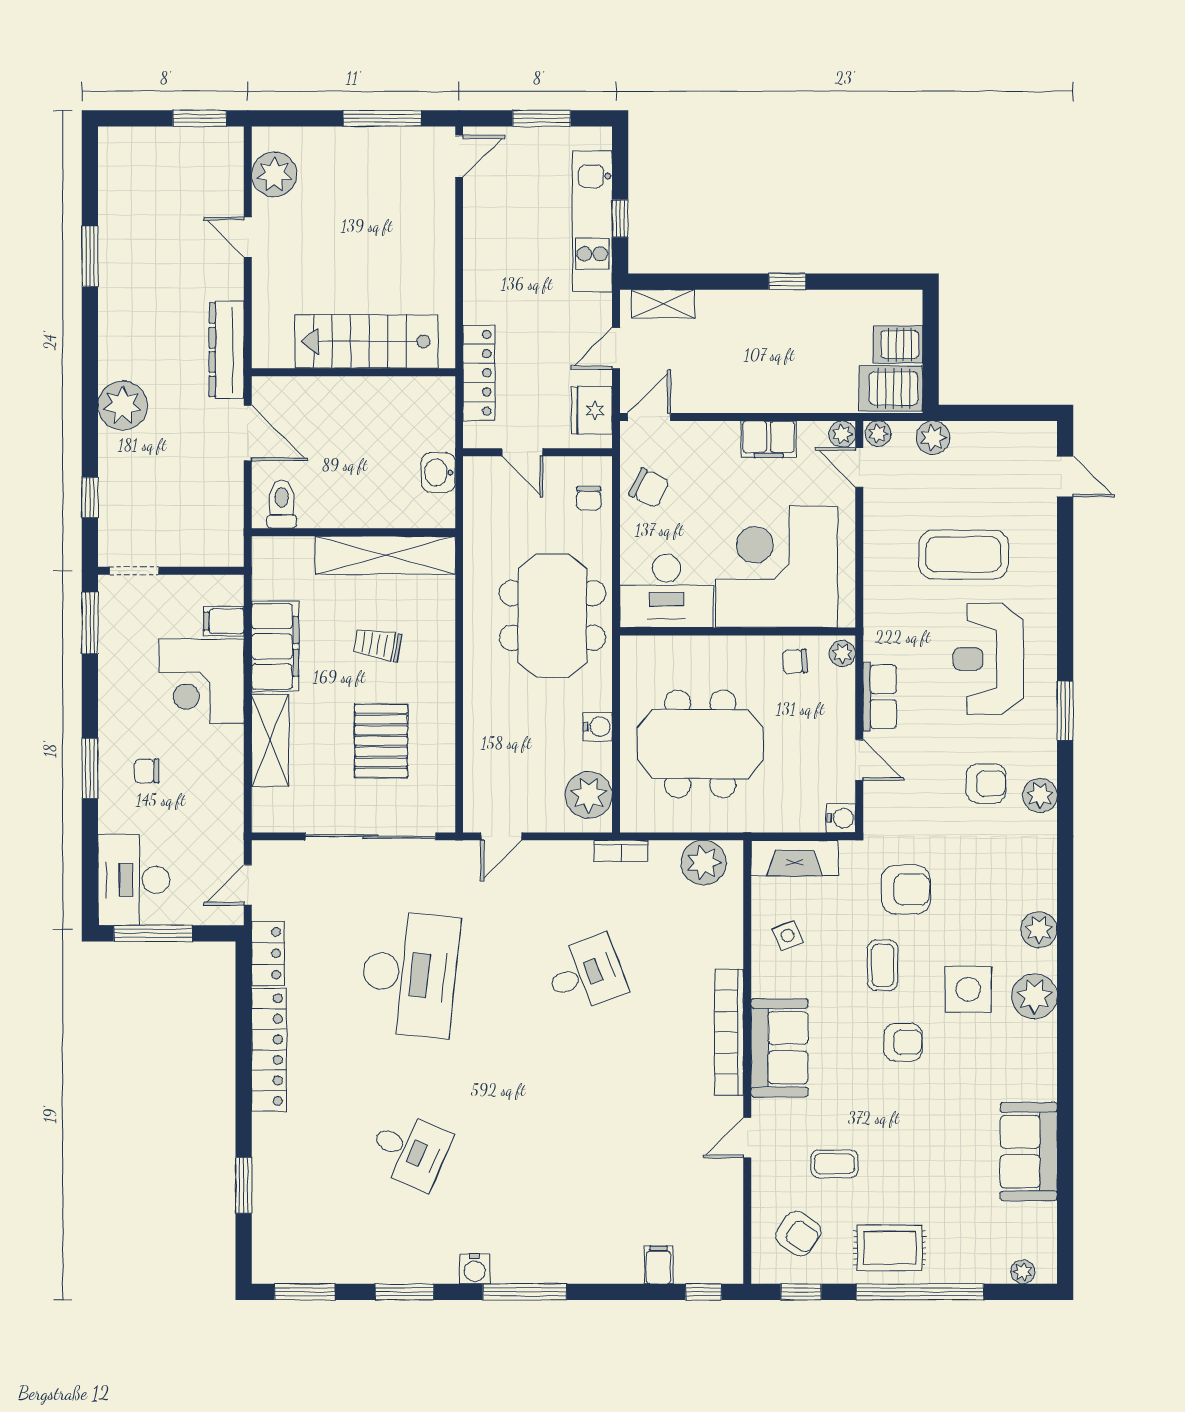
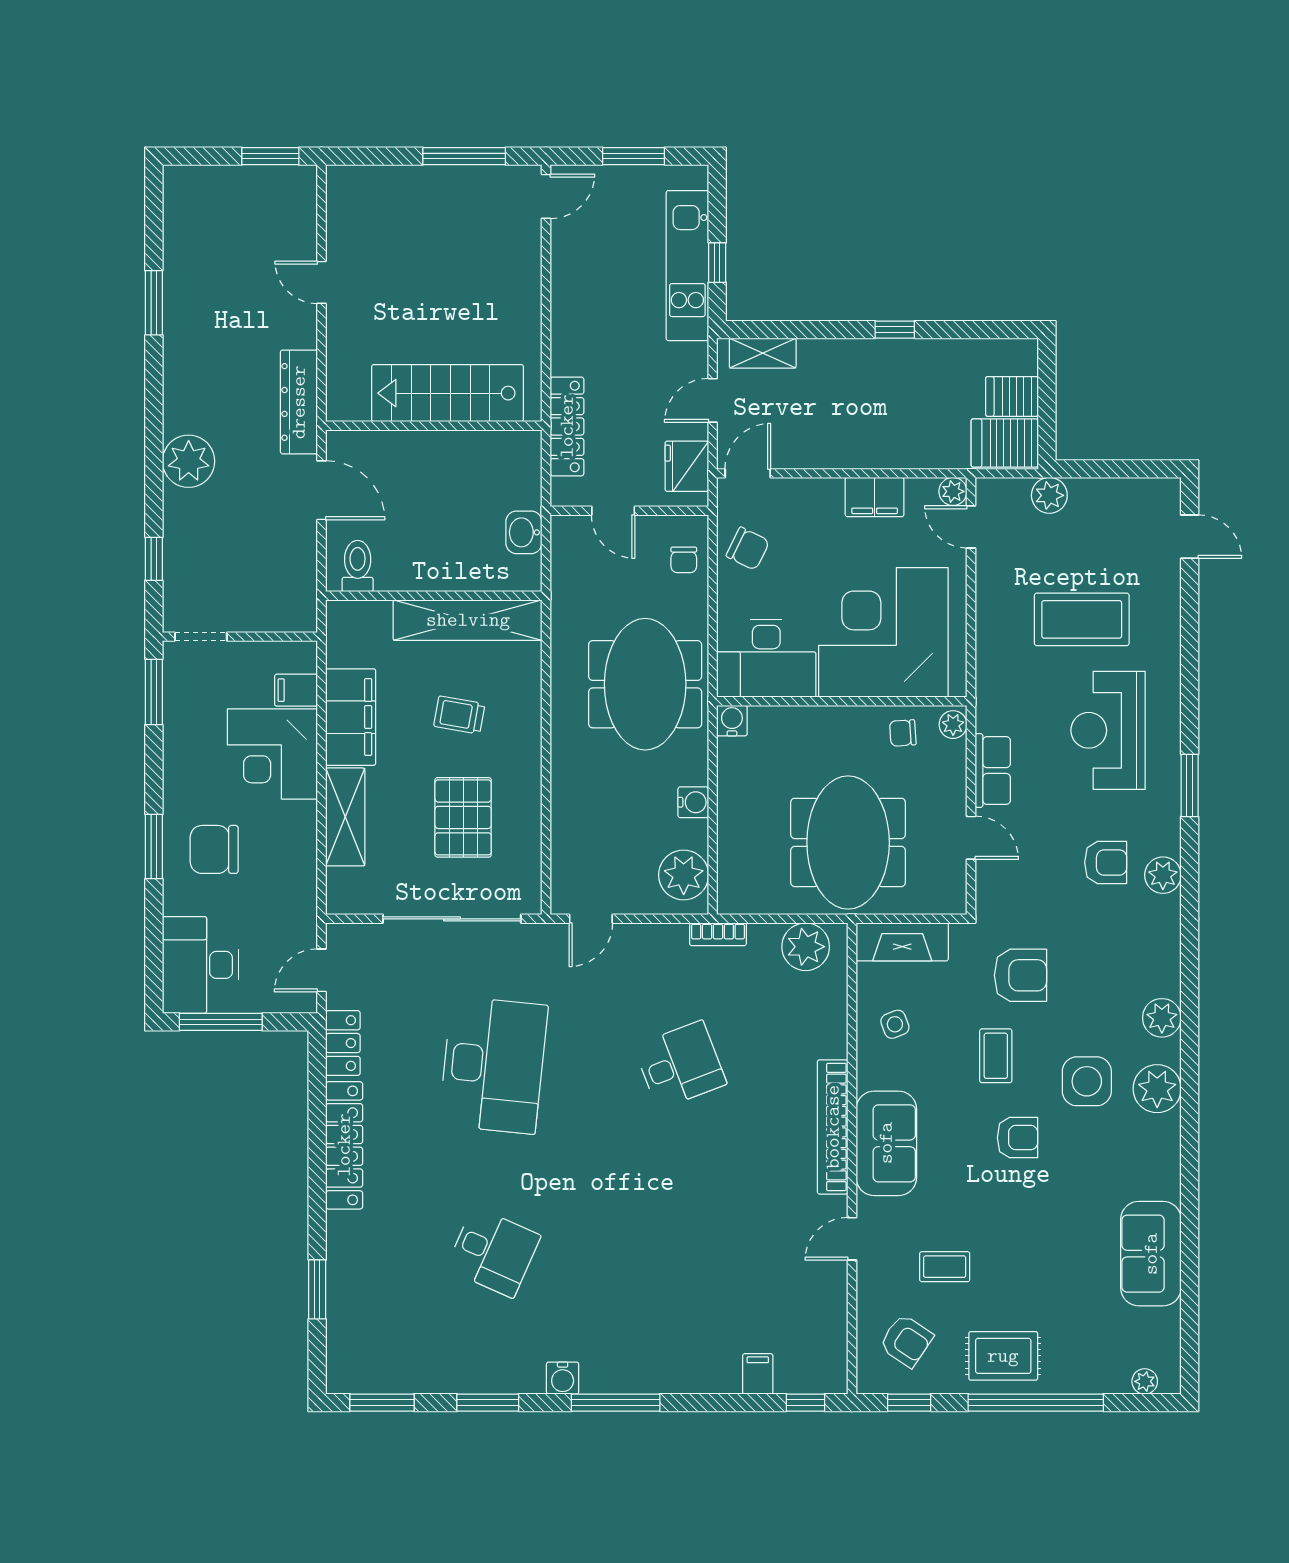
plant: (274, 174) -> (350, 216), removed
plant: (878, 434) -> (991, 491), removed
meeting table: (700, 744) -> (848, 842), moved, turned 90
chair: (147, 771) -> (214, 849), width x1.87, depth x1.87
water cooler: (841, 818) -> (732, 721), moved, turned -90

